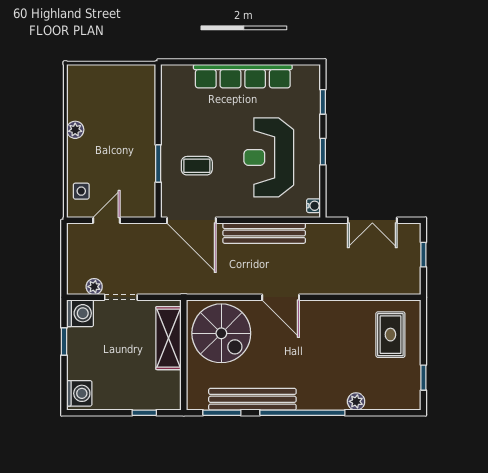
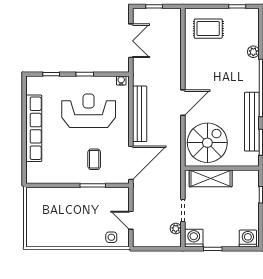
plant: (75, 130) -> (70, 241), removed
reception desk: (269, 157) -> (89, 111), turned 180

